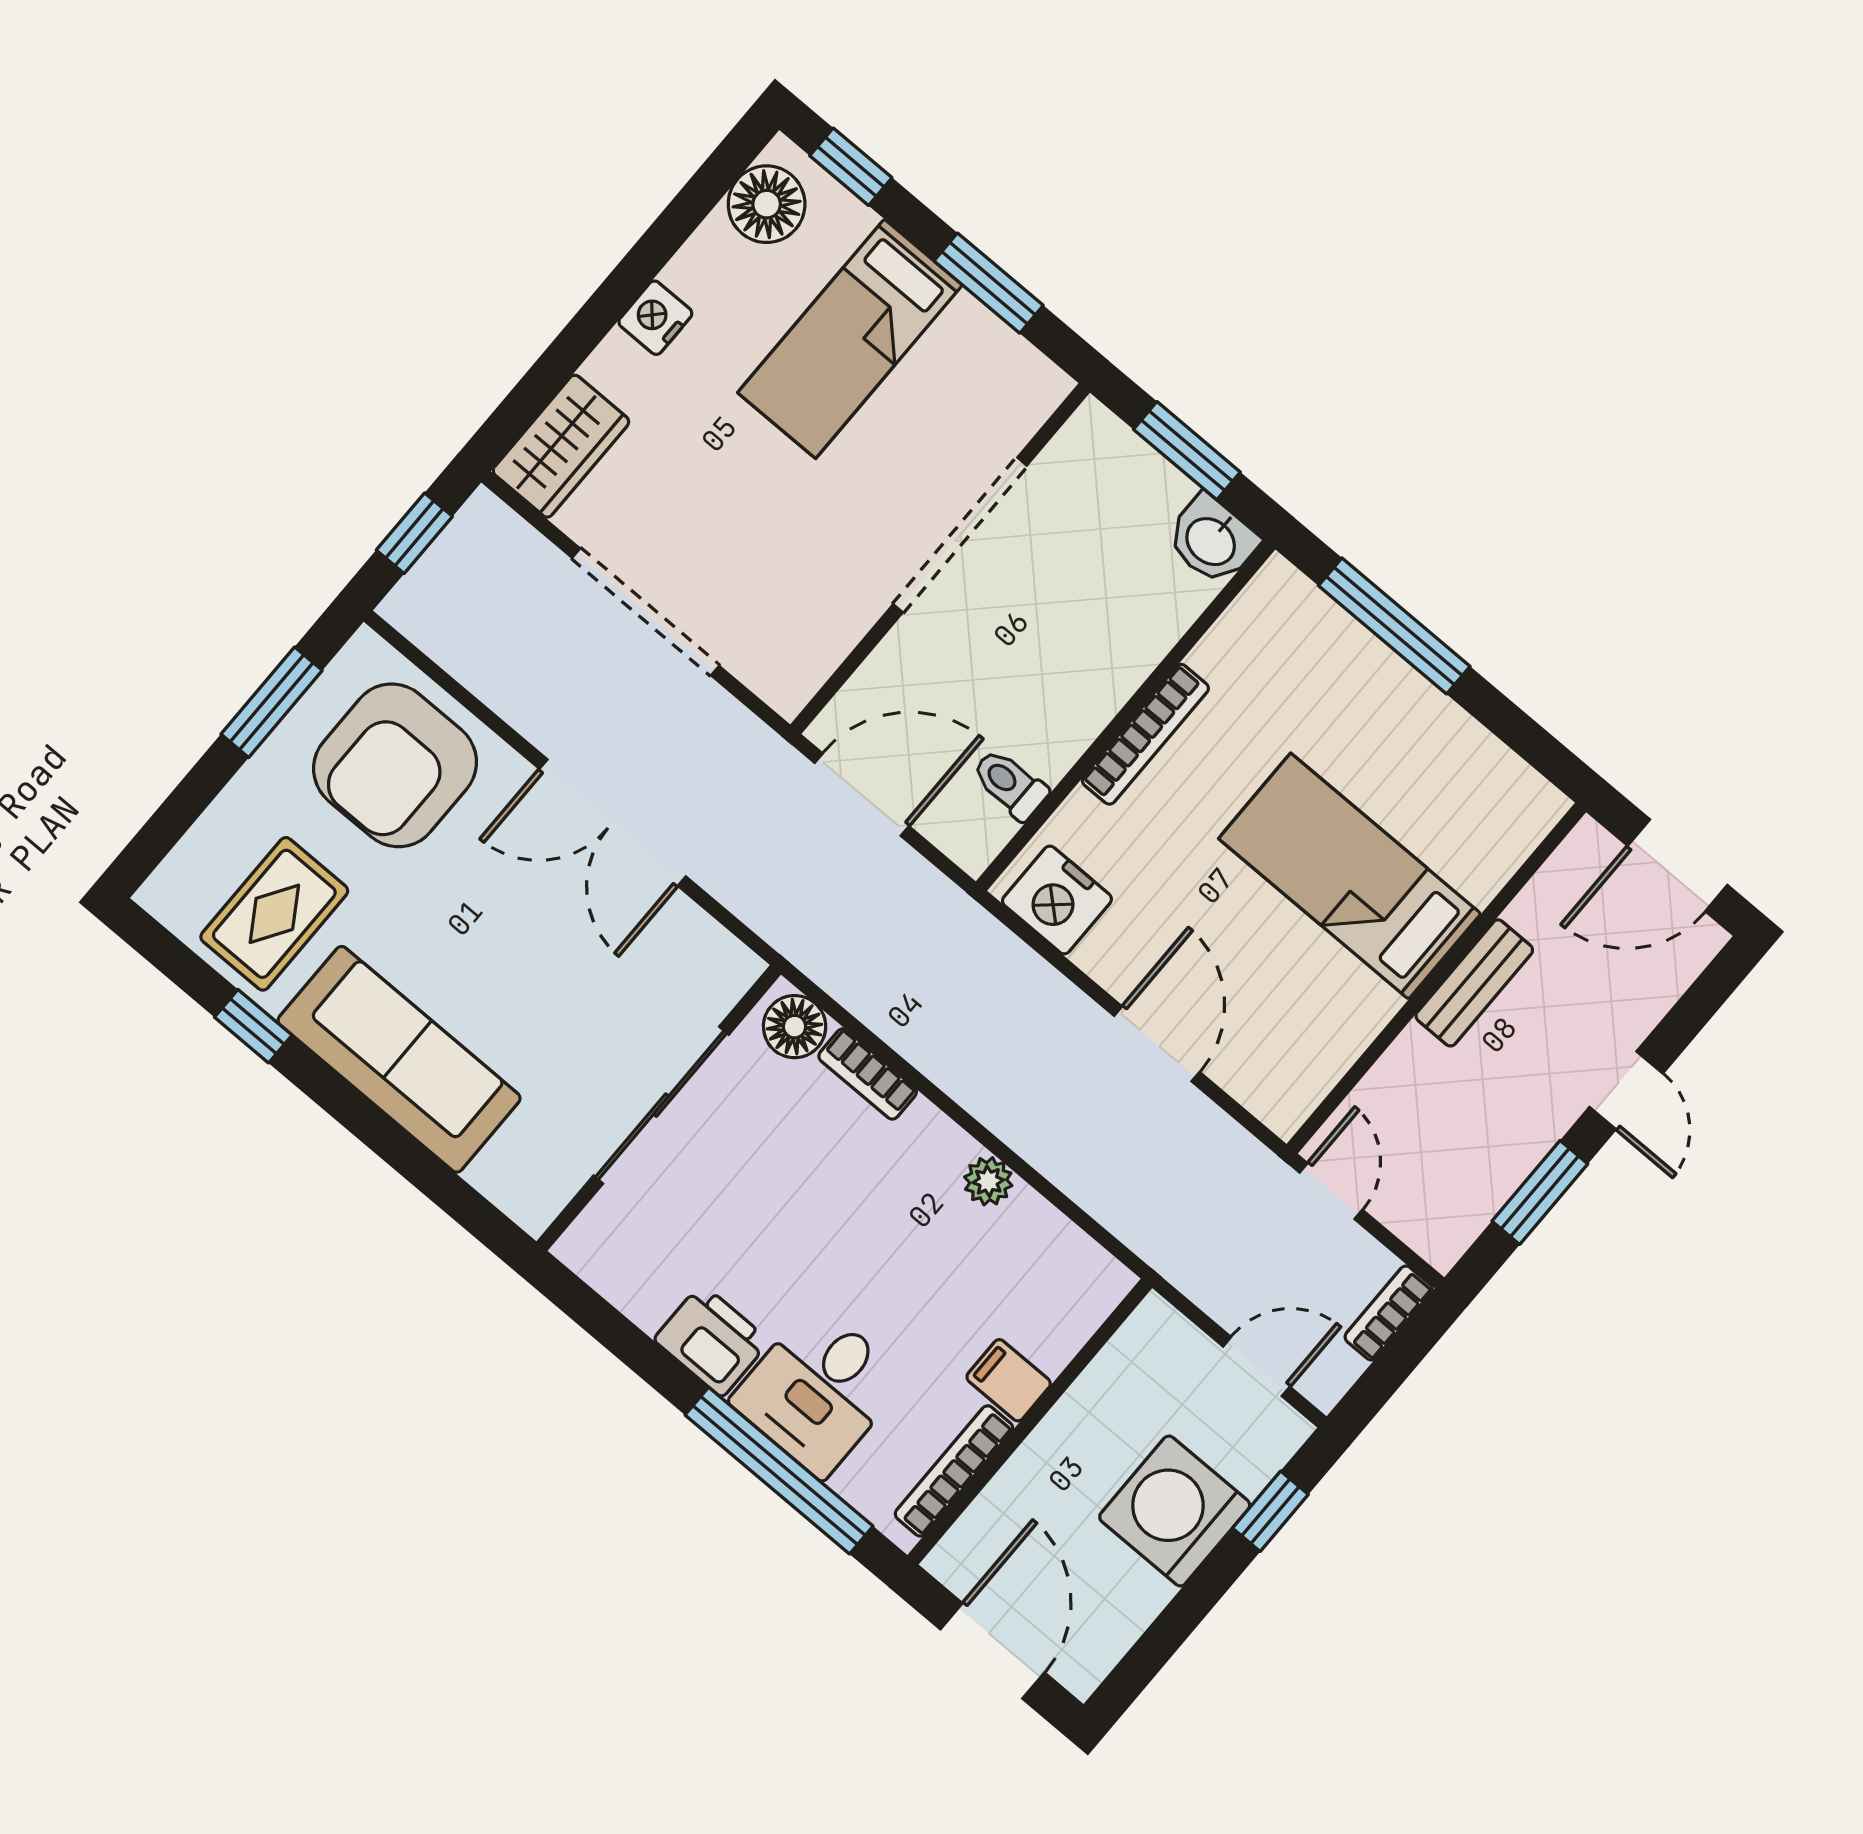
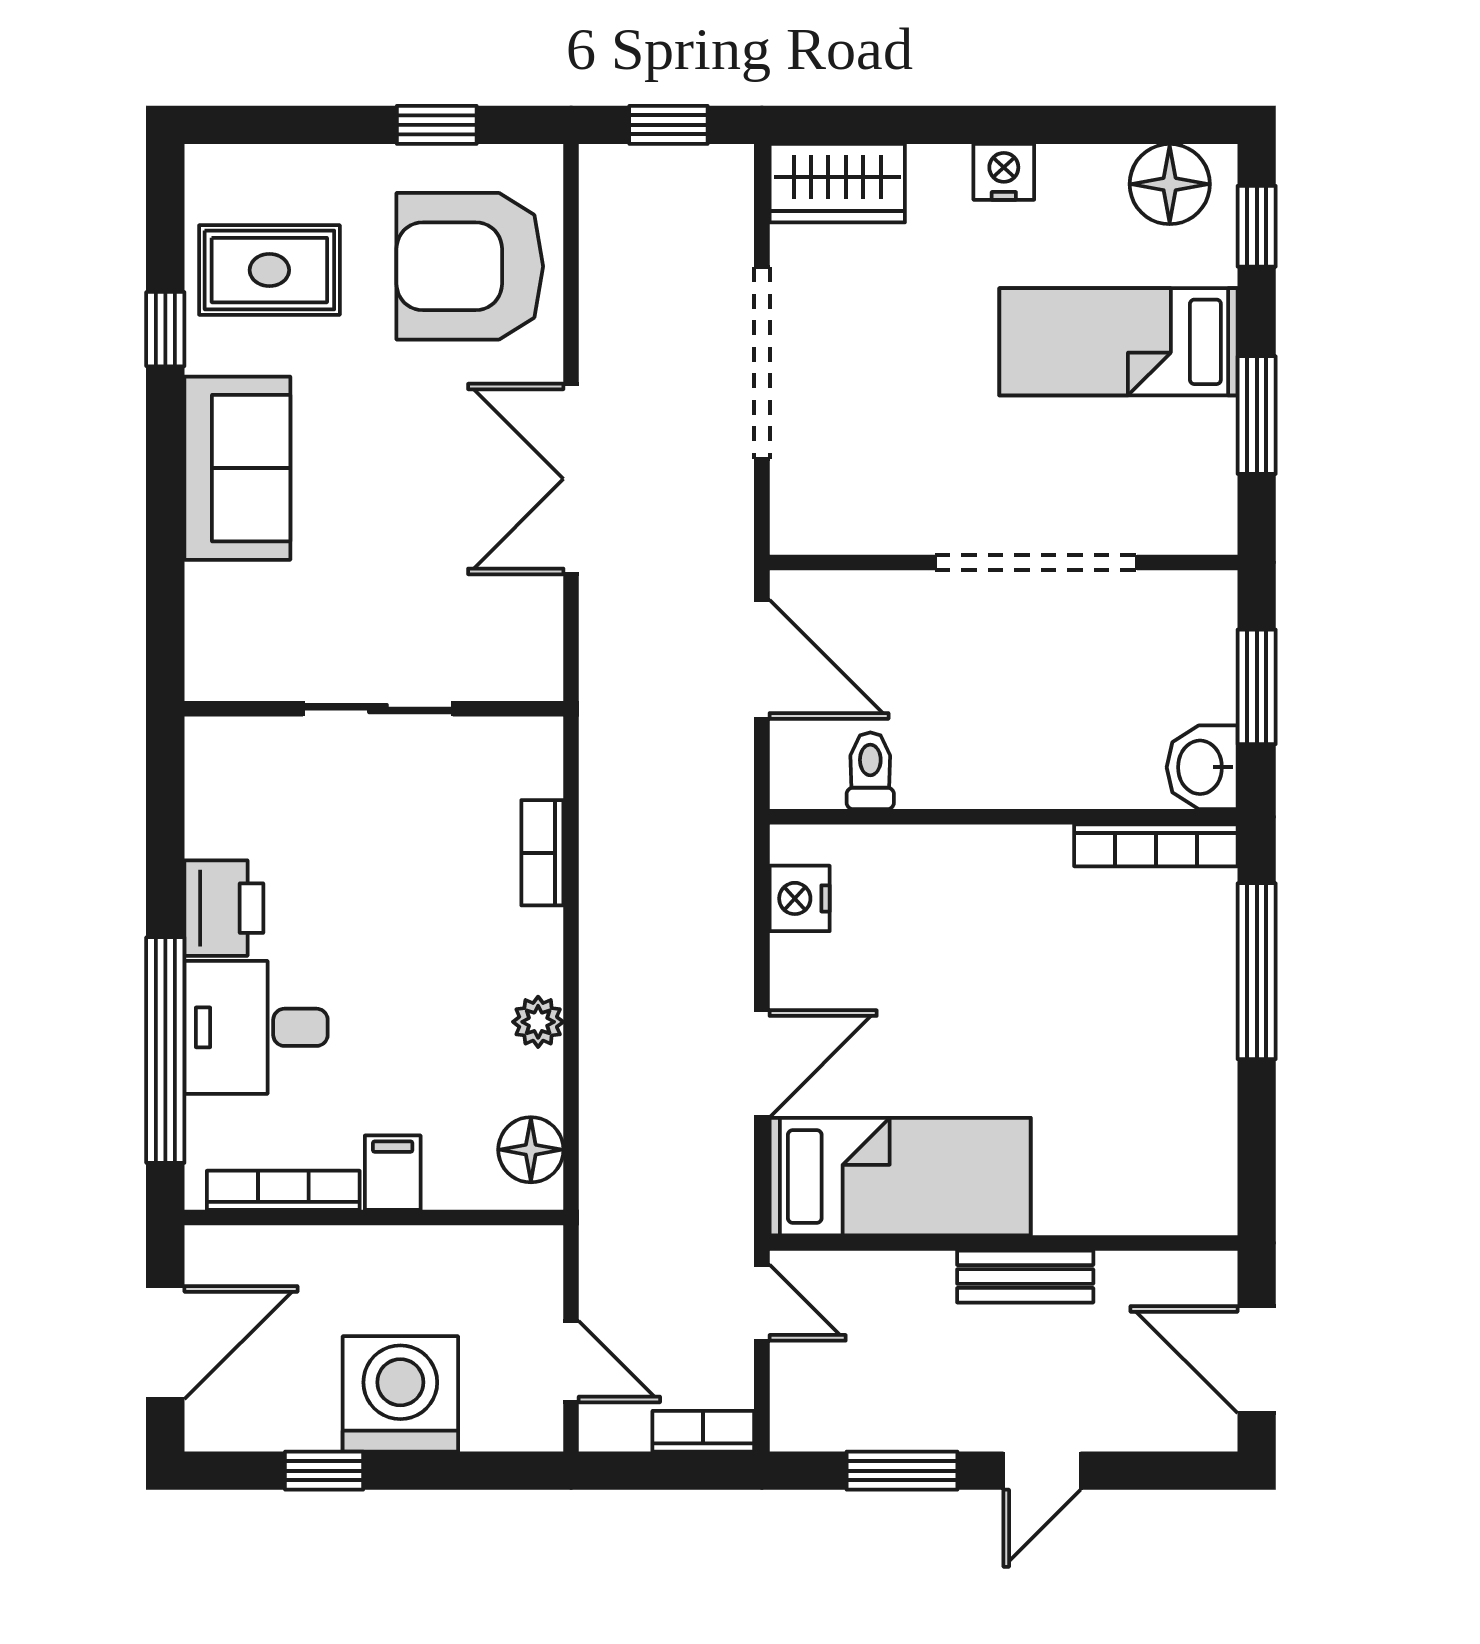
window: (272, 702) -> (437, 125), width x0.67
bookcase: (1145, 734) -> (1156, 845), moved
bed: (1350, 876) -> (900, 1177), moved, turned 90
nightstand: (1057, 900) -> (800, 898), width x0.74, depth x0.75
floor lamp: (795, 1027) -> (531, 1150), moved
sofa: (399, 1059) -> (237, 468), width x0.73
sliding door: (661, 1105) -> (378, 709), width x0.73
door: (1331, 1191) -> (762, 1303), hinge flipped
window: (1270, 1511) -> (324, 1471), moved

